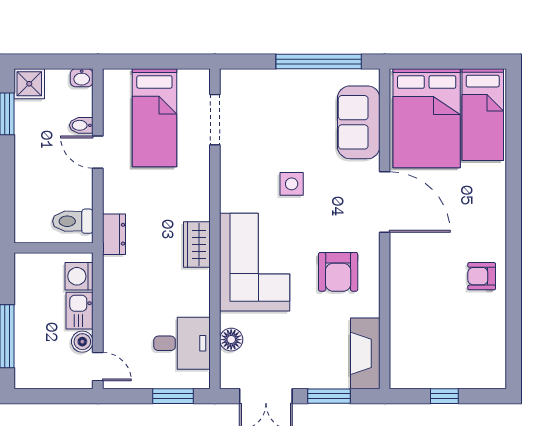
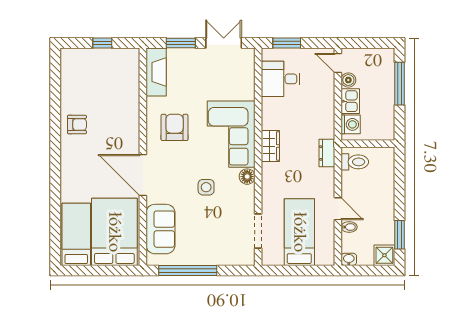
floor lamp: (231, 340) -> (247, 177), moved

